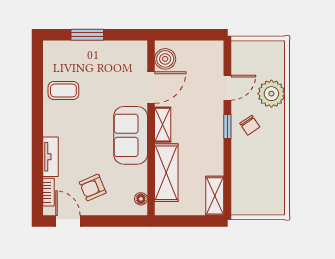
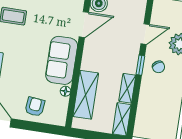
shelving: (163, 125) -> (127, 88), moved
armchair: (93, 187) -> (35, 107), moved, turned 119
floor lamp: (141, 199) -> (65, 91), moved

